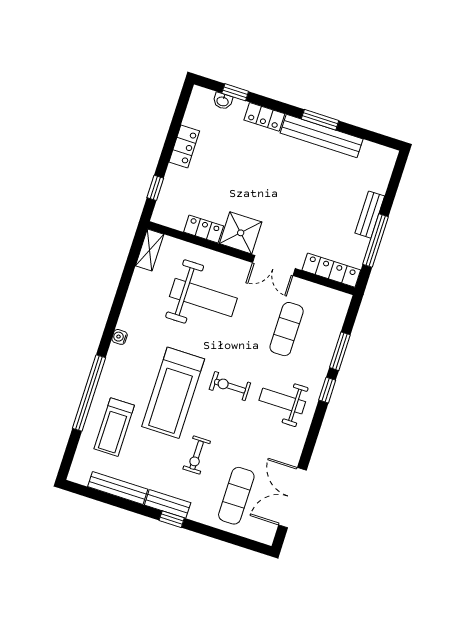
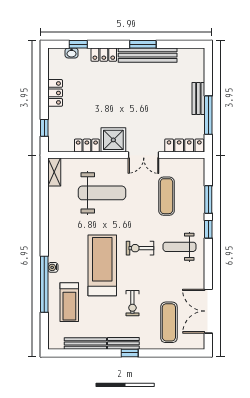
water cooler: (120, 337) -> (53, 267), moved
treadmill: (173, 393) -> (102, 265), turned 180

